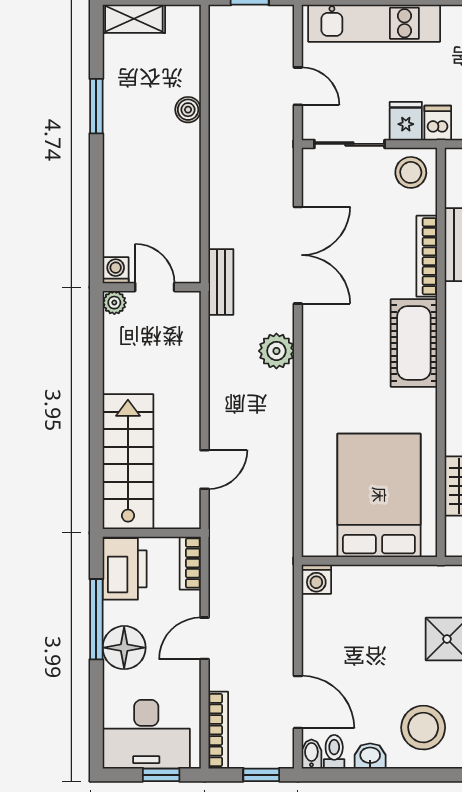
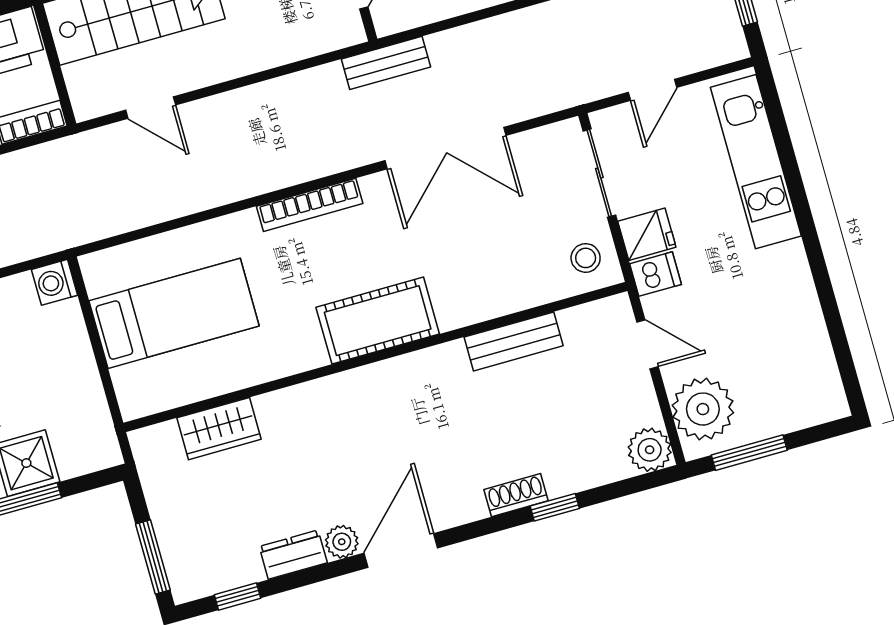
stool: (411, 172) -> (586, 258), width x0.73, depth x0.73
bookcase: (427, 256) -> (310, 205), moved, turned 180
plant: (276, 351) -> (321, 155), removed
bed: (379, 495) -> (174, 313), width x0.67

